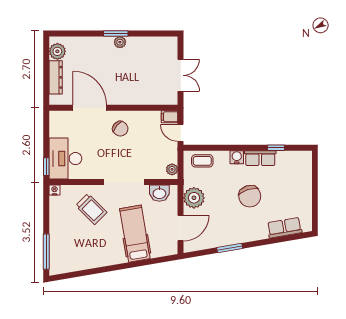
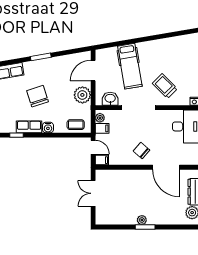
filing cabinet: (169, 156) -> (102, 128), added
window: (230, 248) -> (41, 57), moved

